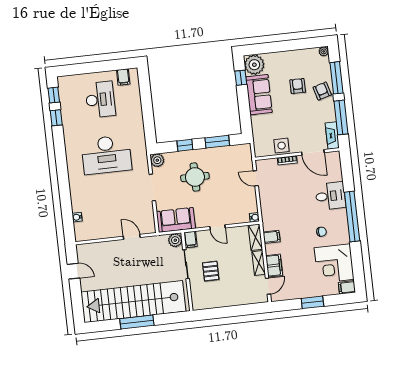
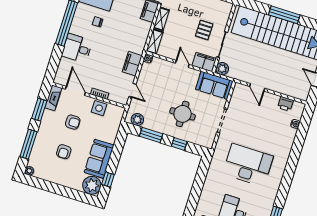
armchair: (322, 91) -> (73, 122), moved, turned -74
window: (341, 117) -> (39, 110), width x0.69
plant: (157, 160) -> (137, 120), moved
printer: (96, 233) -> (285, 104), added
filing cabinet: (272, 237) -> (132, 64), moved, width x2.00
filing cabinet: (190, 239) -> (204, 62), width x2.00

